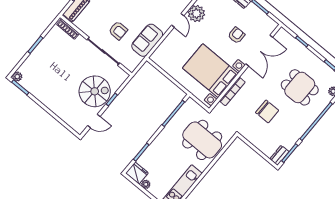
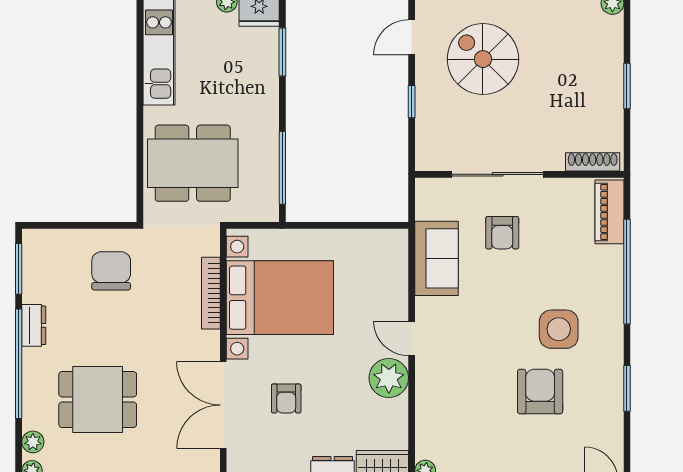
armchair: (118, 31) -> (502, 233), turned -90
spiral stairs: (95, 91) -> (483, 59), moved, turned 90
chair: (267, 111) -> (111, 271), moved, turned 90
dresser: (279, 155) -> (34, 325), moved

